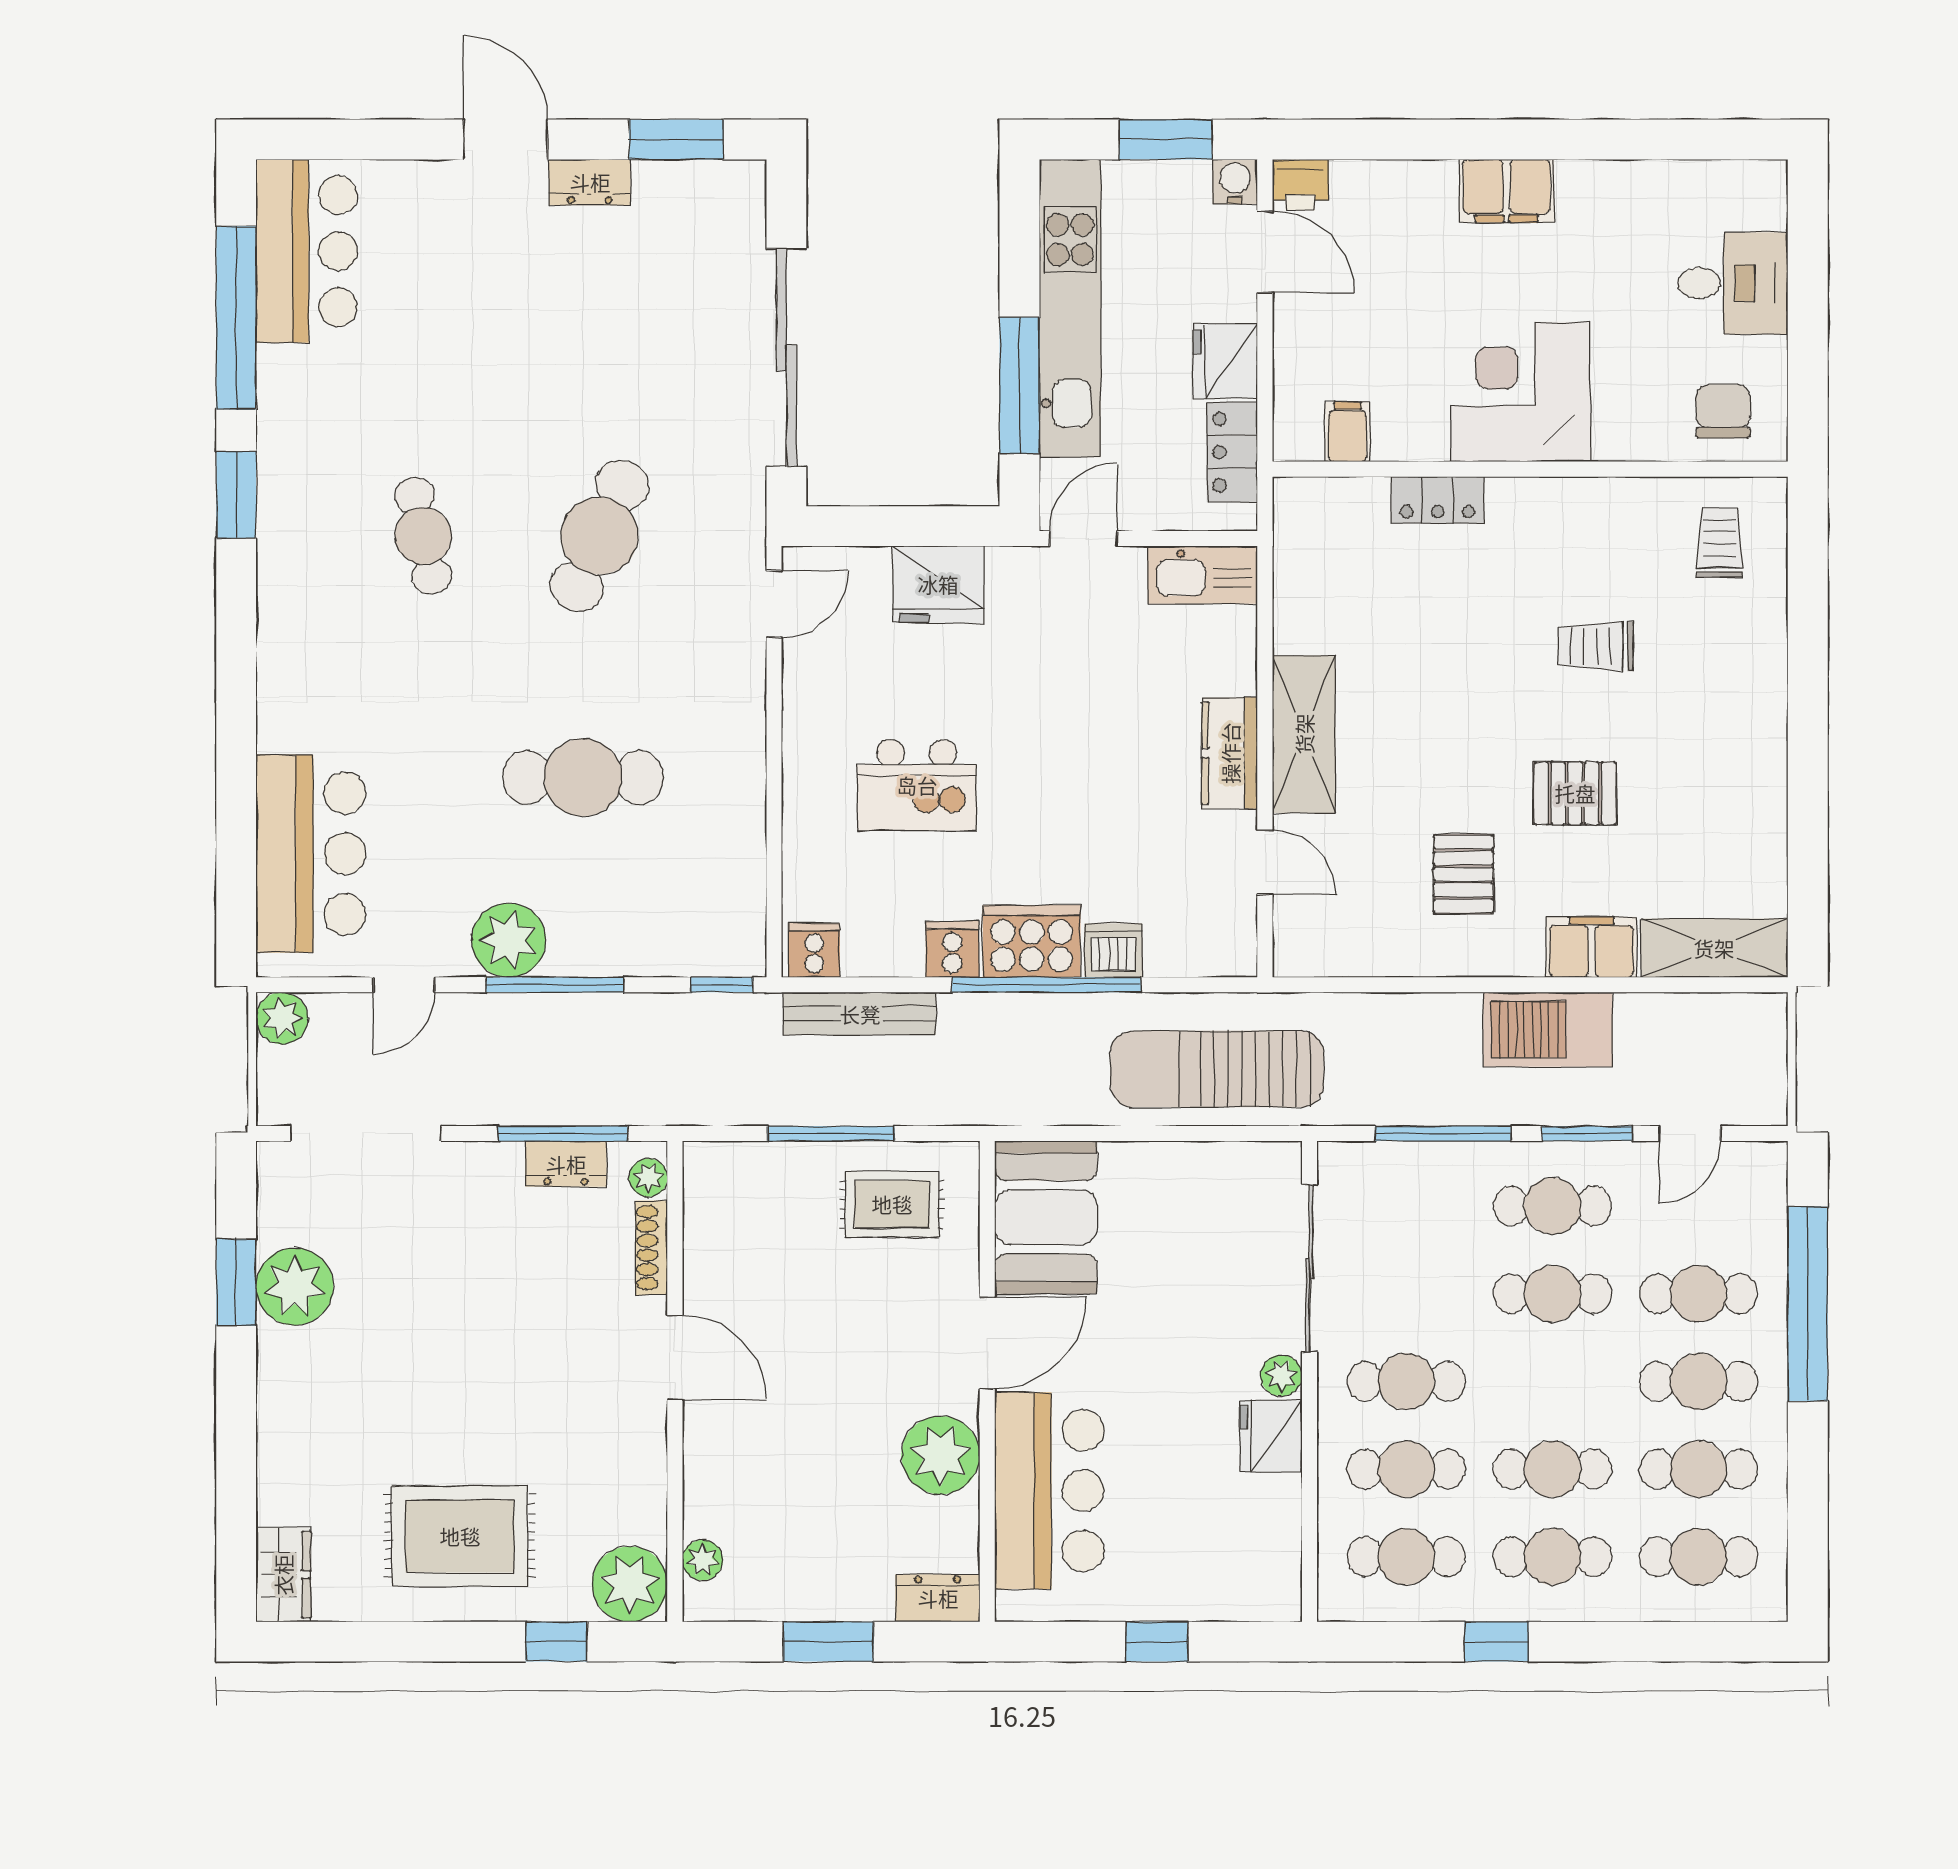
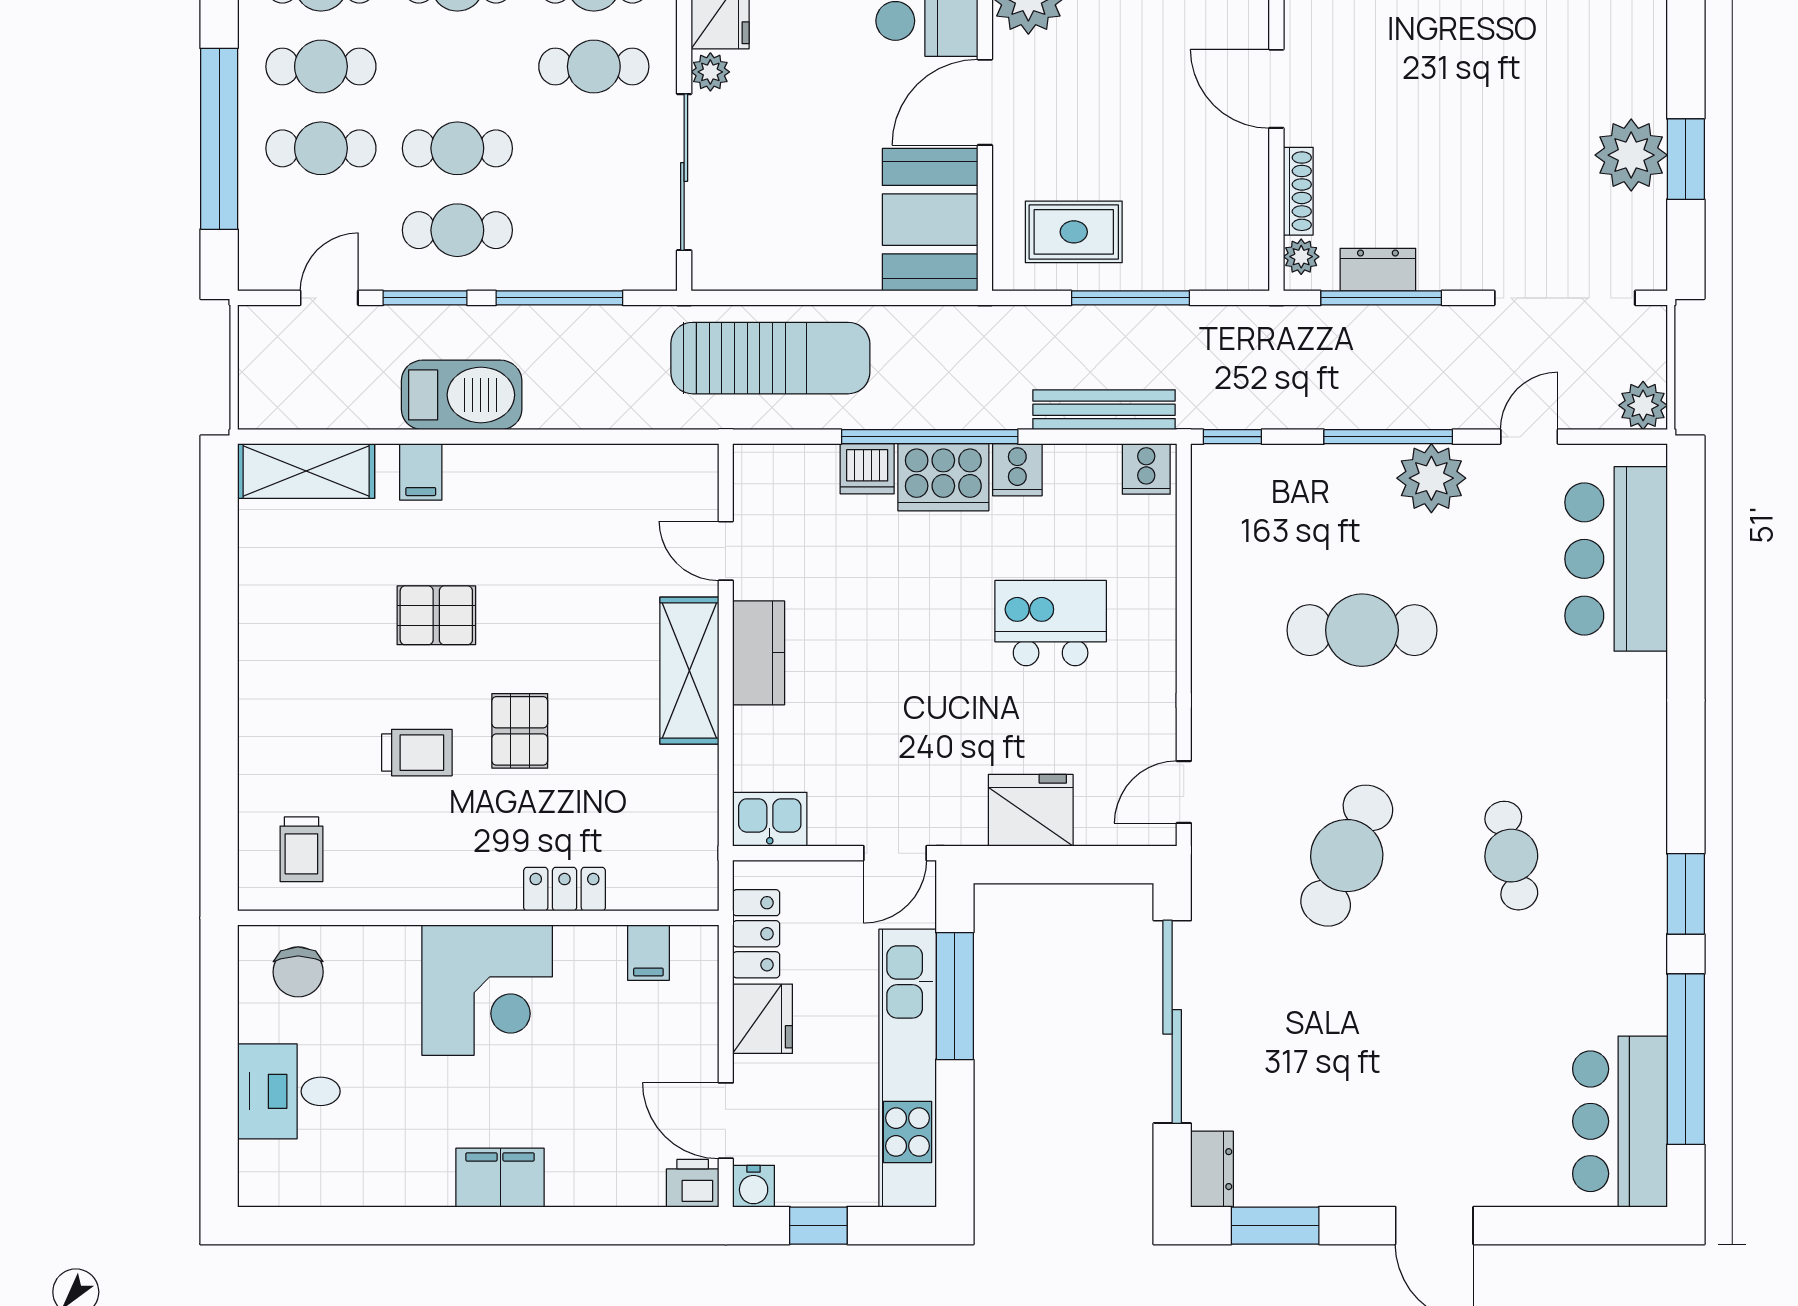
window: (1166, 139) -> (818, 1226), width x0.67
dresser: (590, 182) -> (1212, 1169), moved, turned 90
kitchen sink: (1203, 575) -> (770, 819), width x0.73
pallet: (1463, 874) -> (520, 731), moved
filing cabinet: (1592, 947) -> (421, 472), width x0.50

